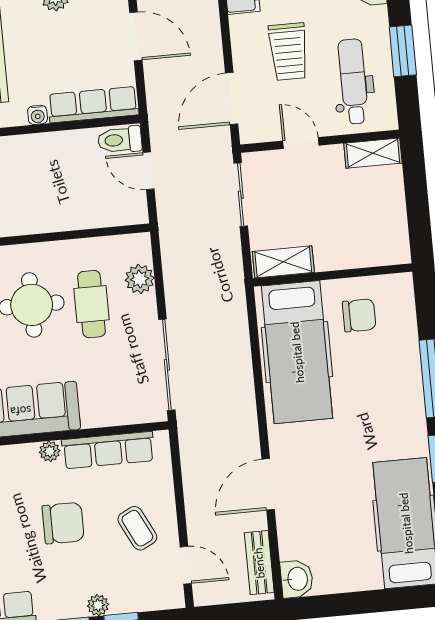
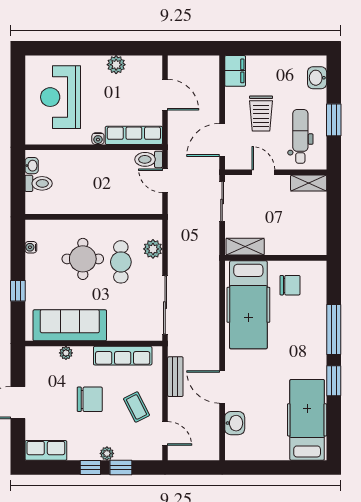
plant: (50, 451) -> (66, 353), moved
door: (268, 484) -> (222, 387), hinge flipped
bench: (259, 563) -> (175, 377), moved
washbasin: (297, 579) -> (235, 423), moved

